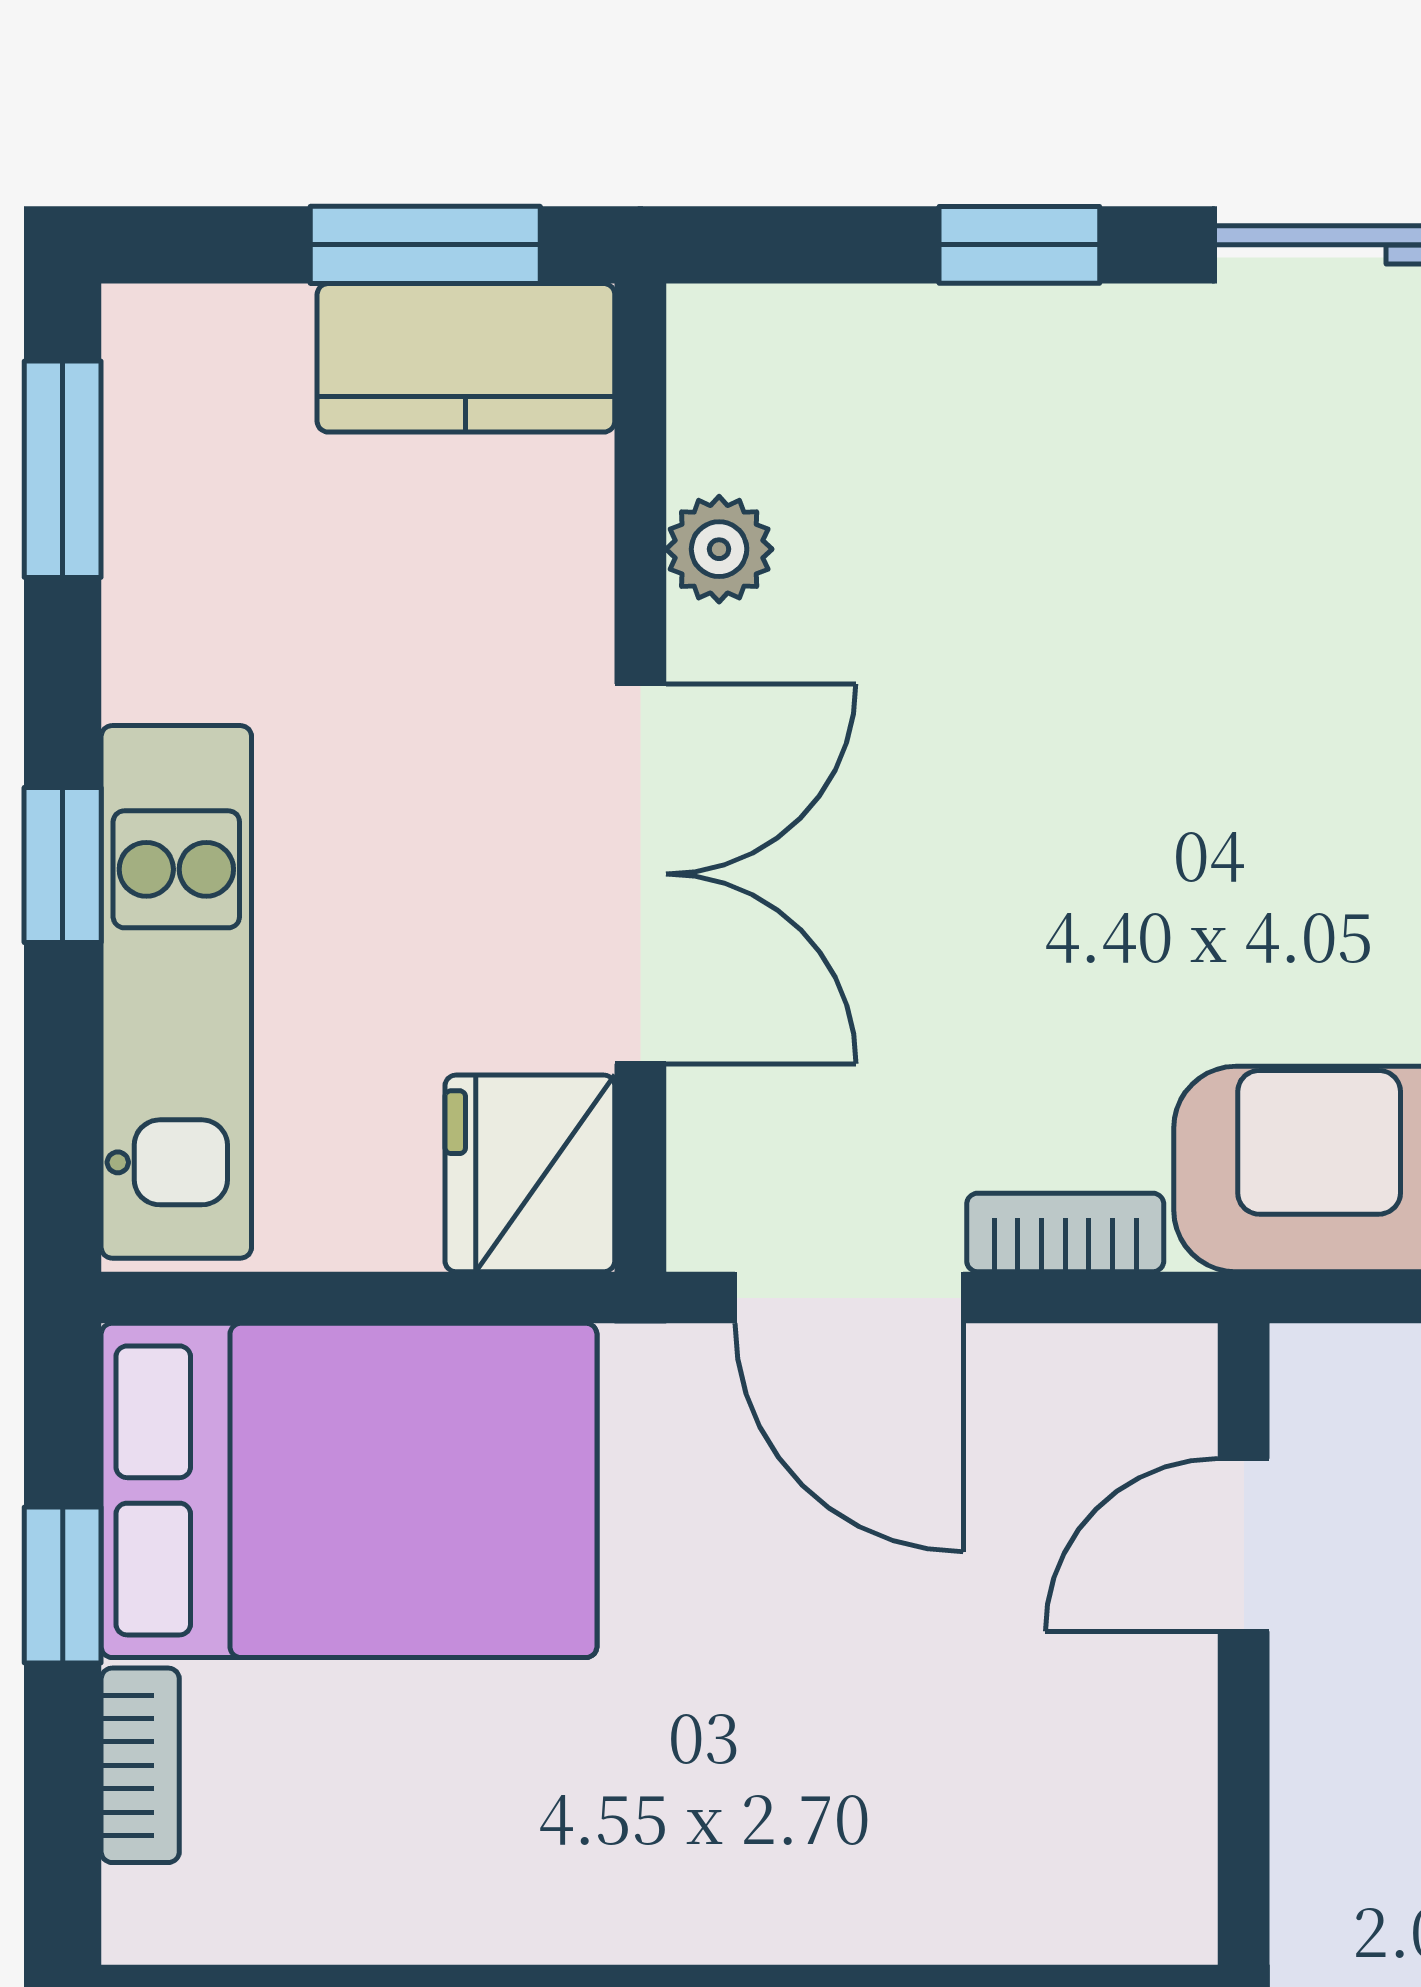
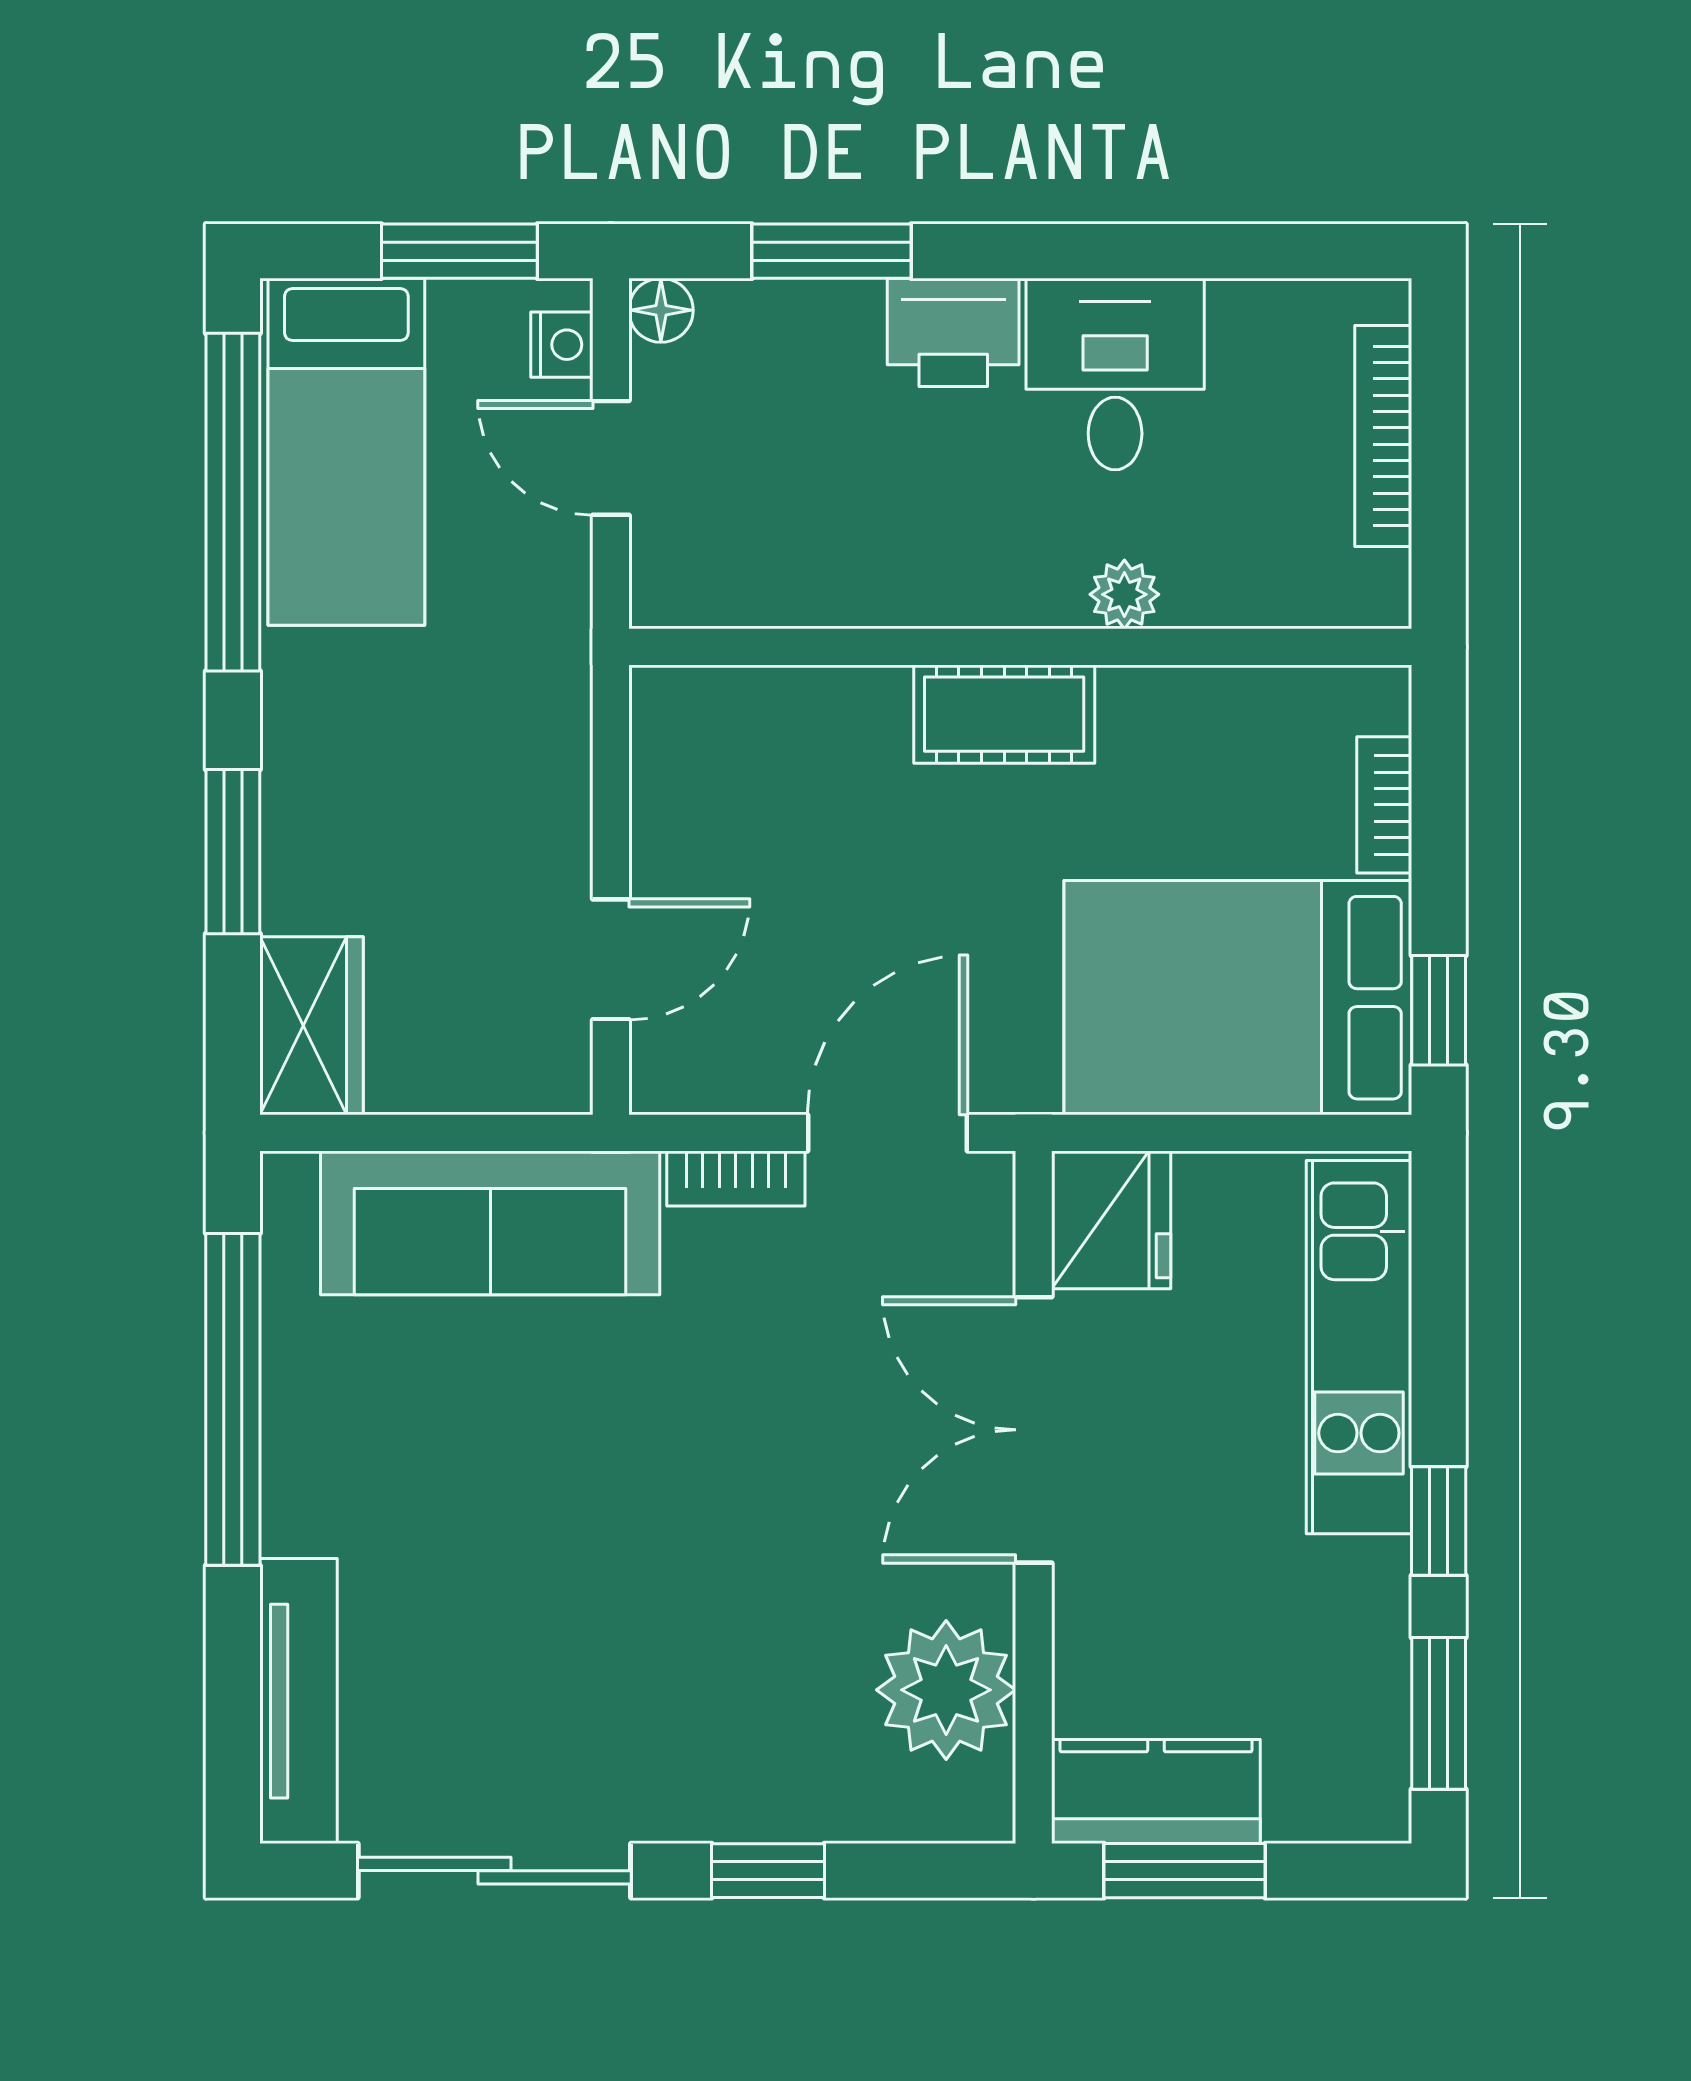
plant: (719, 549) -> (946, 1690), width x1.87, depth x1.87
window: (63, 865) -> (1439, 1521), moved
door: (849, 1298) -> (887, 1133), hinge flipped
window: (63, 1585) -> (1439, 1010), moved
cot: (682, 1895) -> (1004, 714), added

